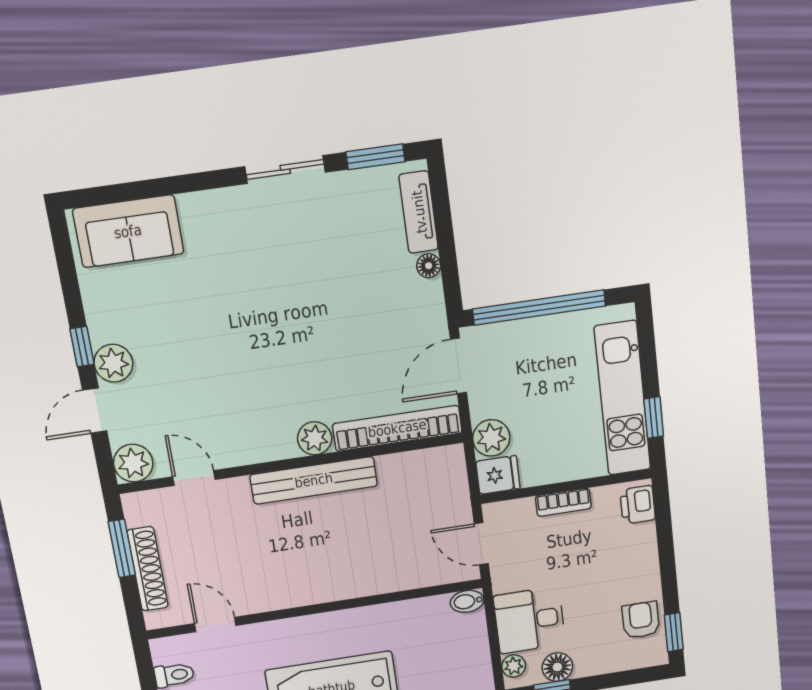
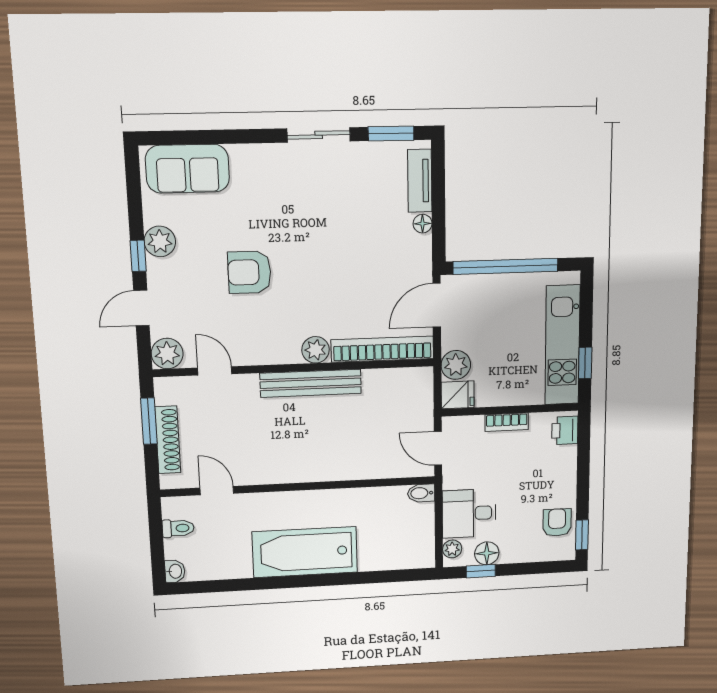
armchair: (221, 351) -> (249, 272), added
plant: (113, 363) -> (160, 241), moved

